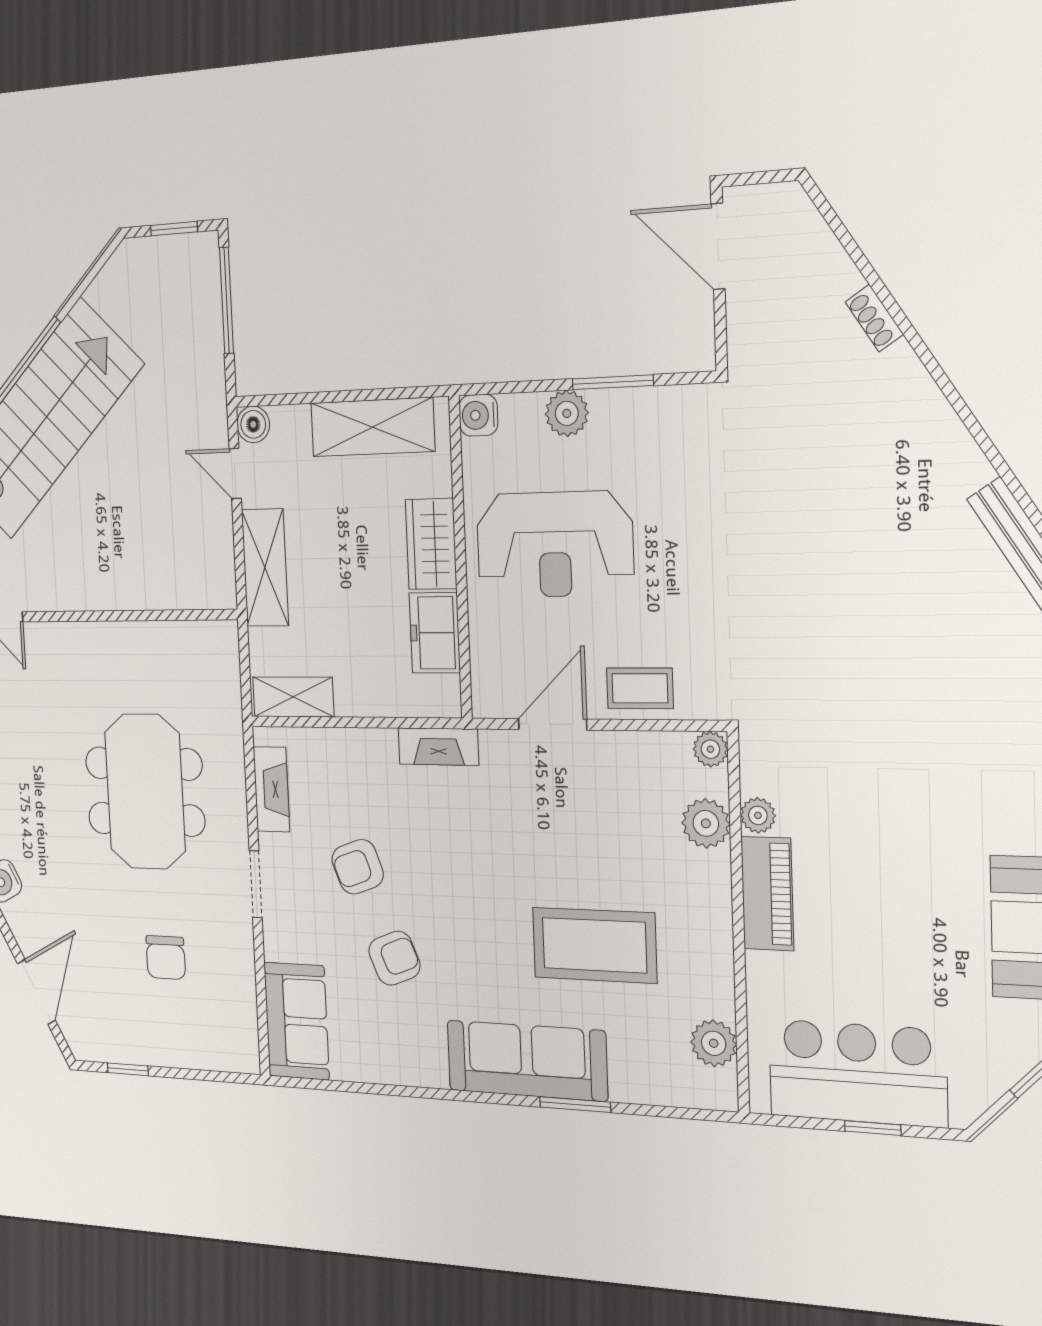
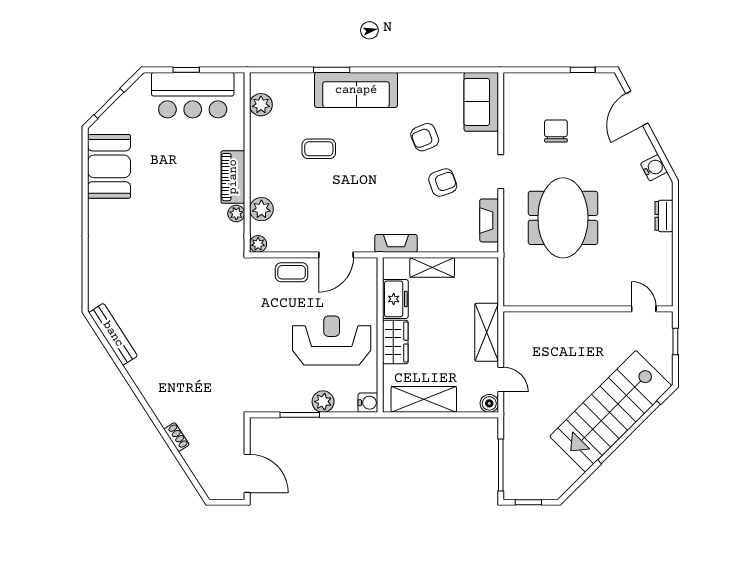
shelving: (293, 697) -> (432, 267), moved
coffee table: (594, 945) -> (319, 149), width x0.54, depth x0.58

